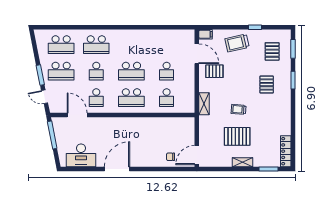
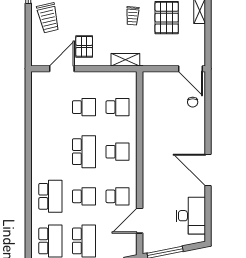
filing cabinet: (205, 34) -> (37, 58), removed
school desk: (131, 98) -> (118, 152), width x0.54

